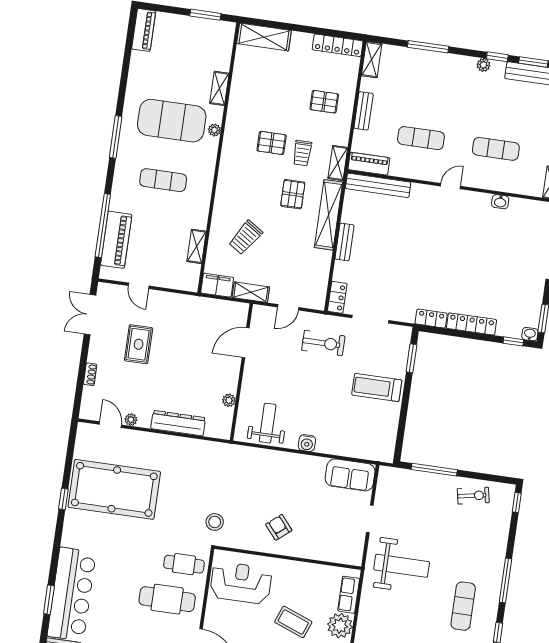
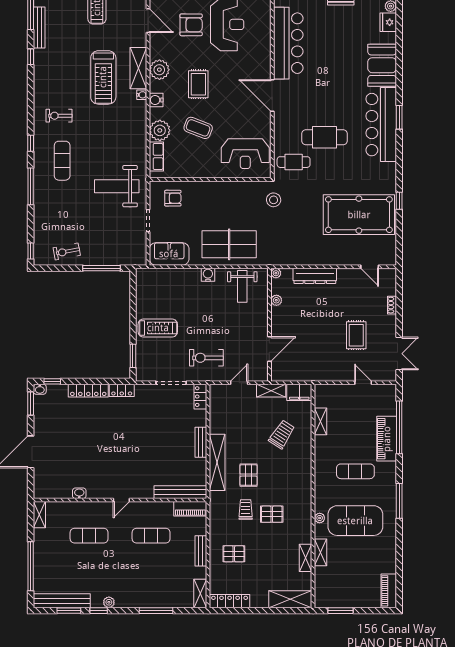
shelving: (338, 163) -> (306, 558), moved
piano: (116, 240) -> (387, 439), moved
plant: (131, 420) -> (276, 273), moved
table tennis table: (276, 476) -> (229, 244), added
armchair: (279, 527) -> (173, 198), moved, turned -50
cafe table: (167, 599) -> (325, 137), moved

